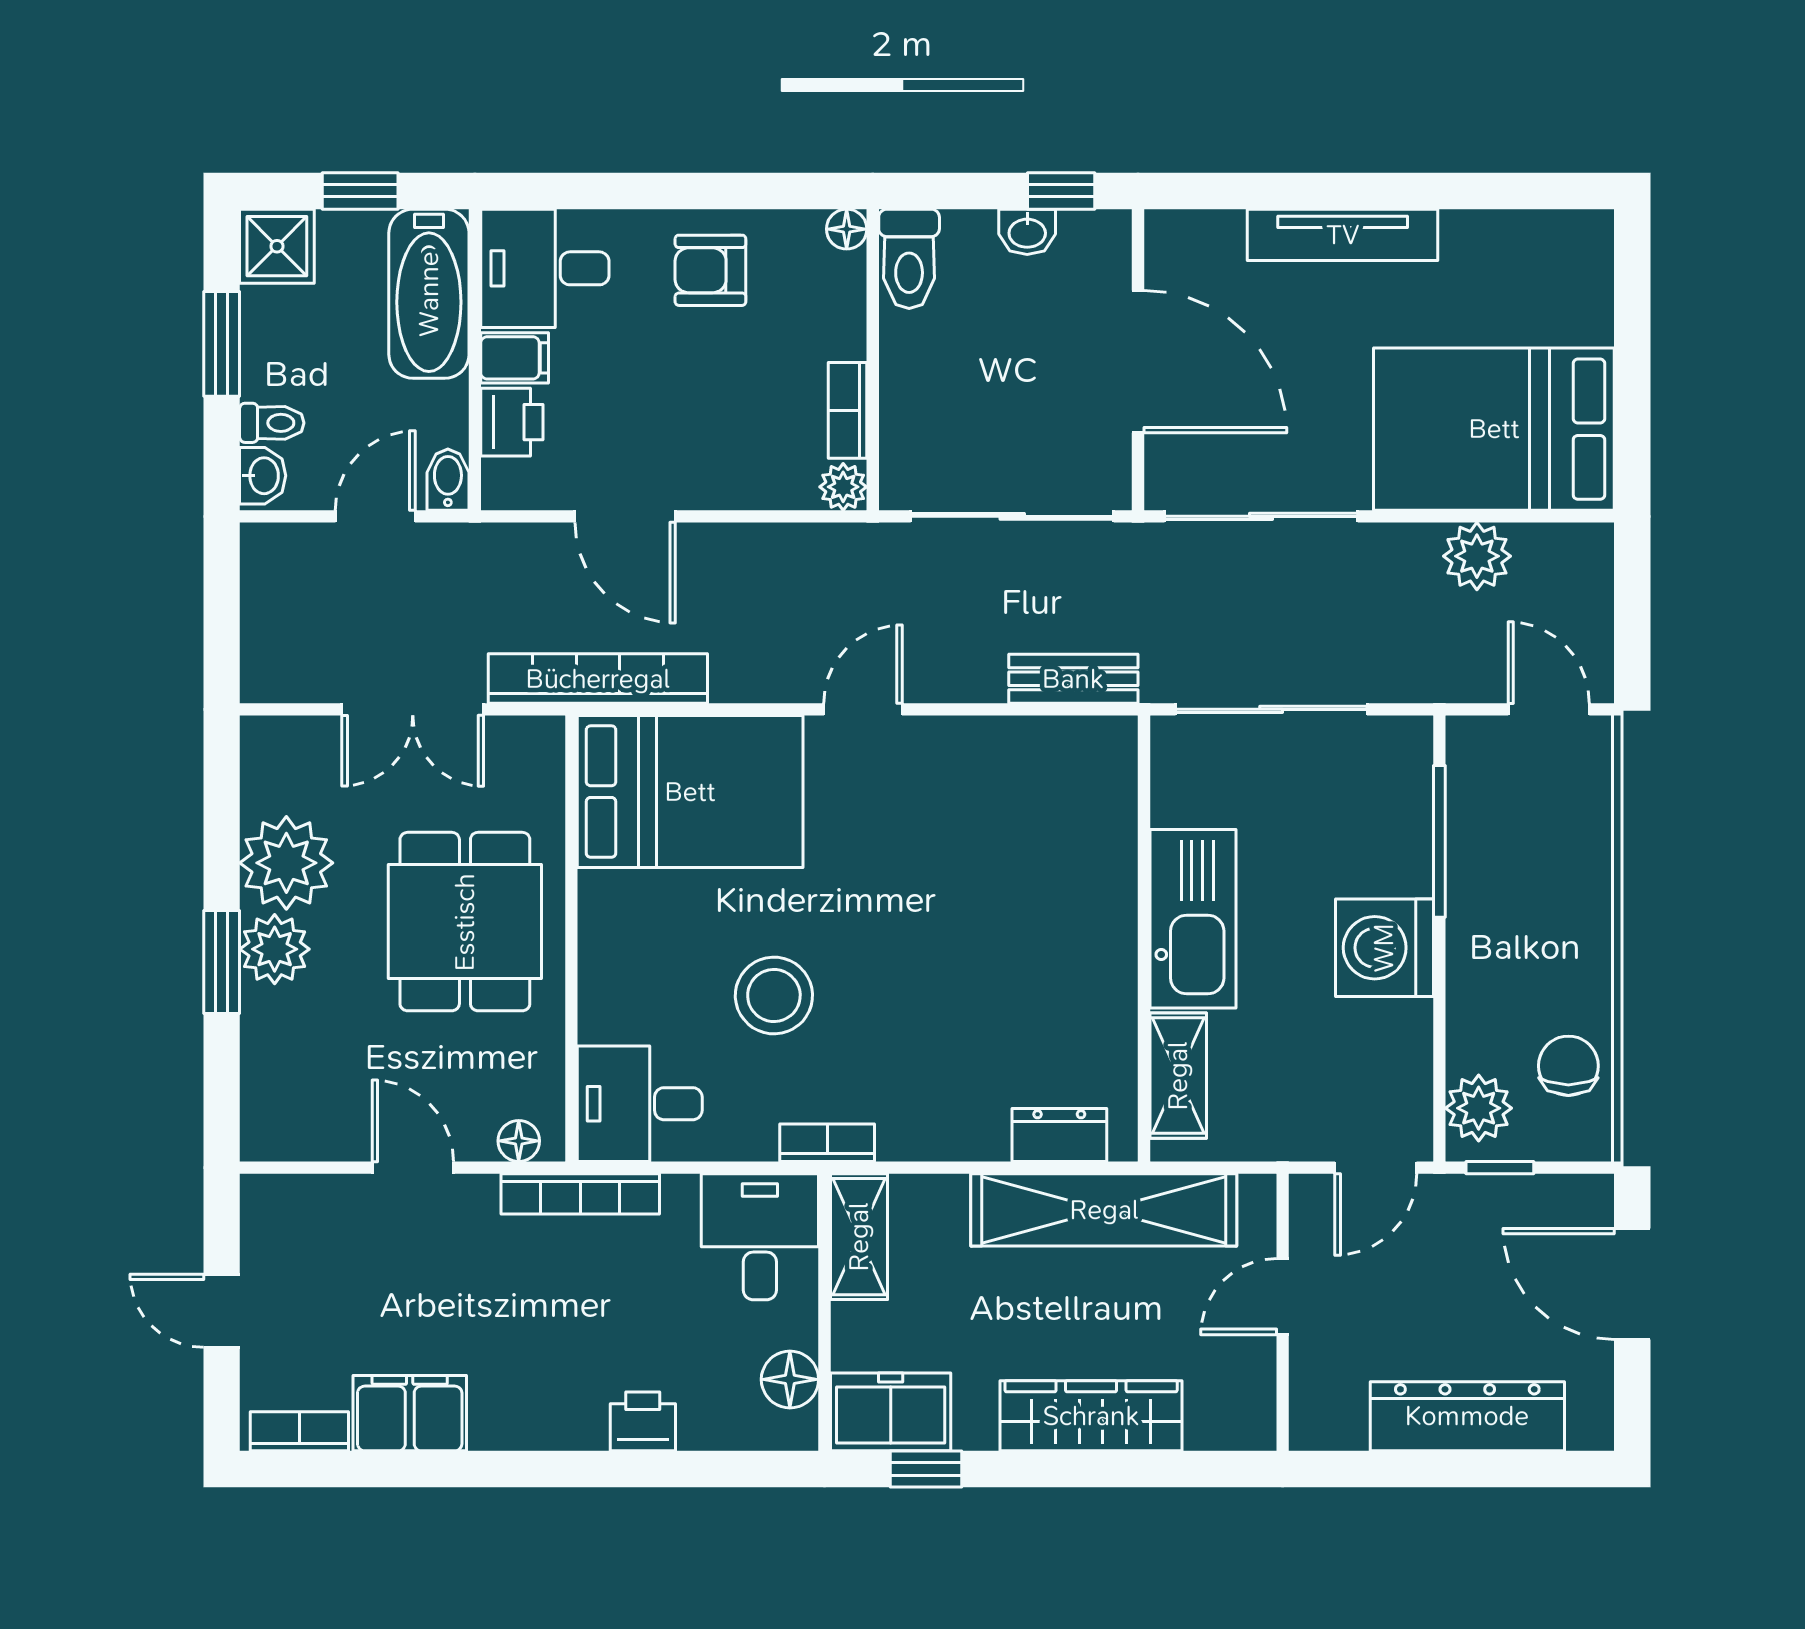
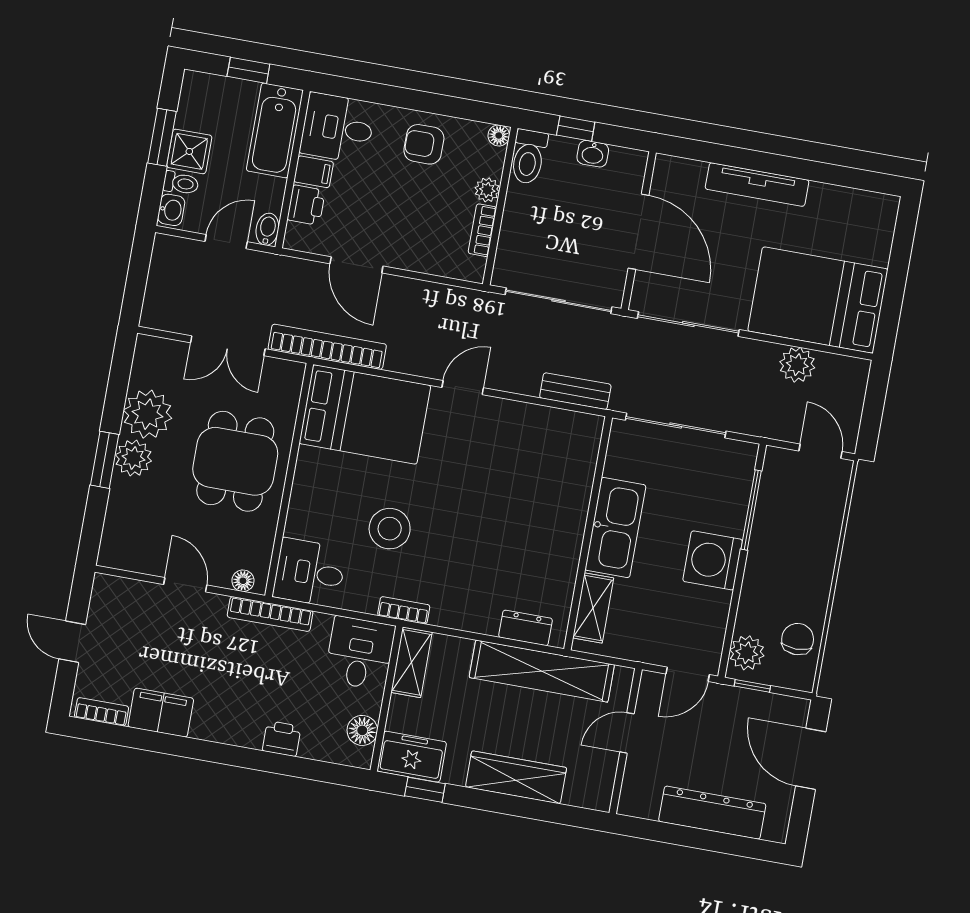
window: (1061, 191) -> (576, 129), moved
shower: (277, 246) -> (189, 151), moved
plant: (843, 487) -> (487, 190), moved

